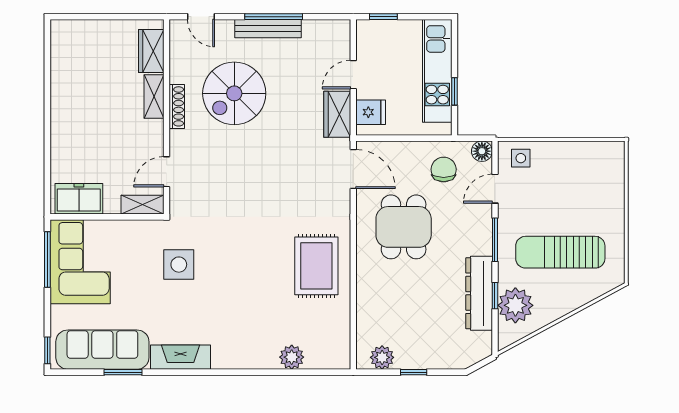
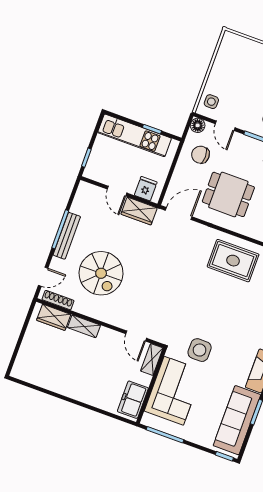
shoe rack: (177, 106) -> (58, 300), moved
corner sofa: (80, 262) -> (174, 391), moved, turned 90

